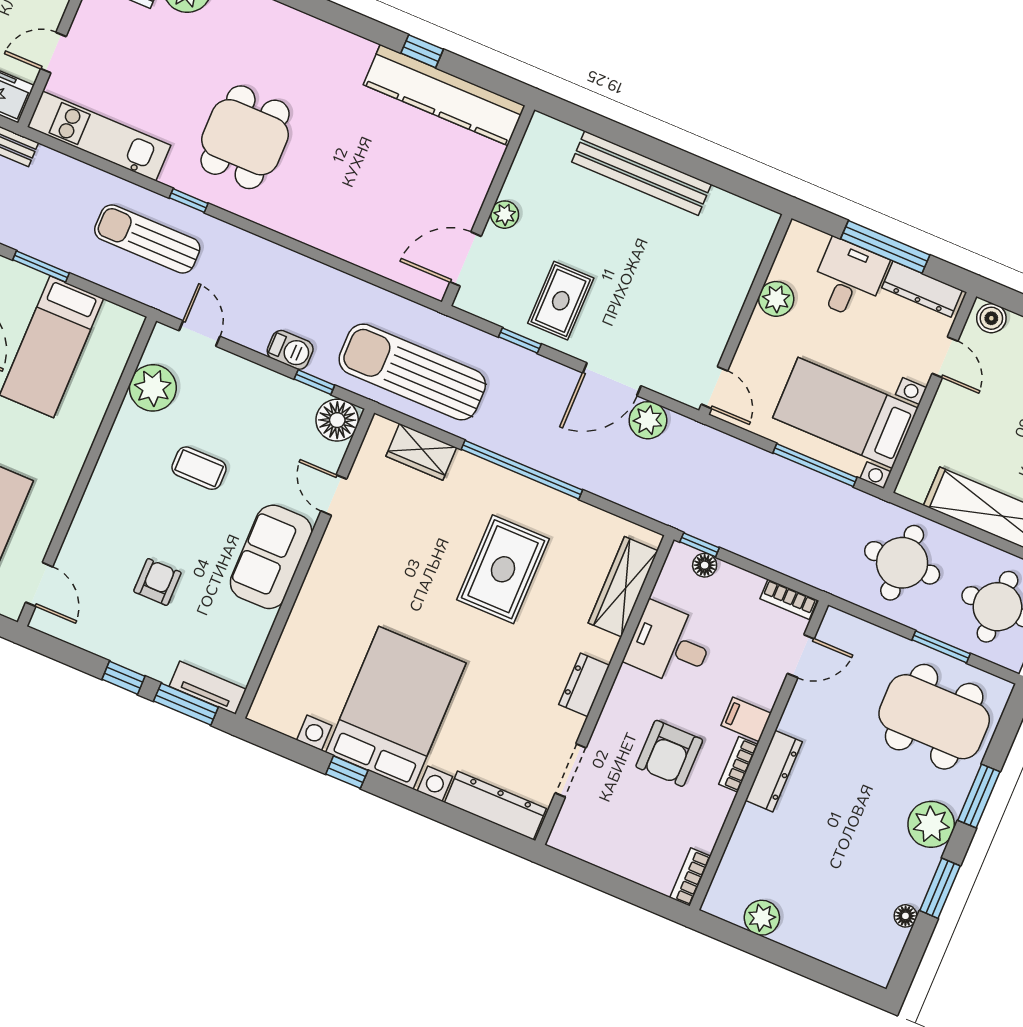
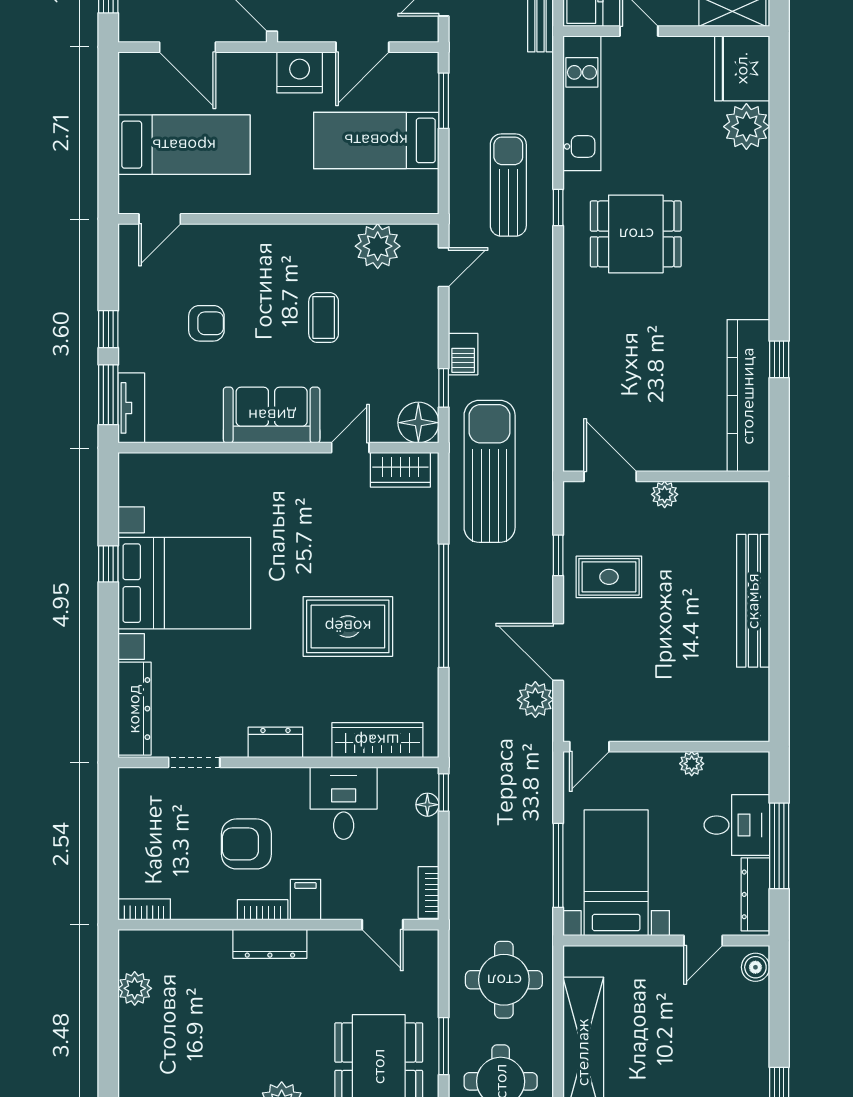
plant: (776, 299) -> (692, 764), width x0.73, depth x0.73
wardrobe: (421, 452) -> (400, 470), moved, turned -90

